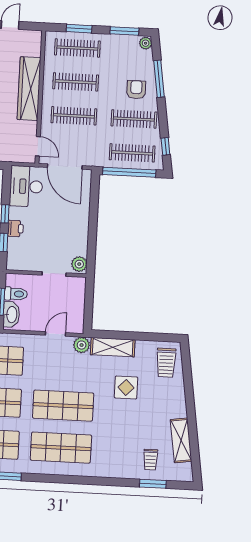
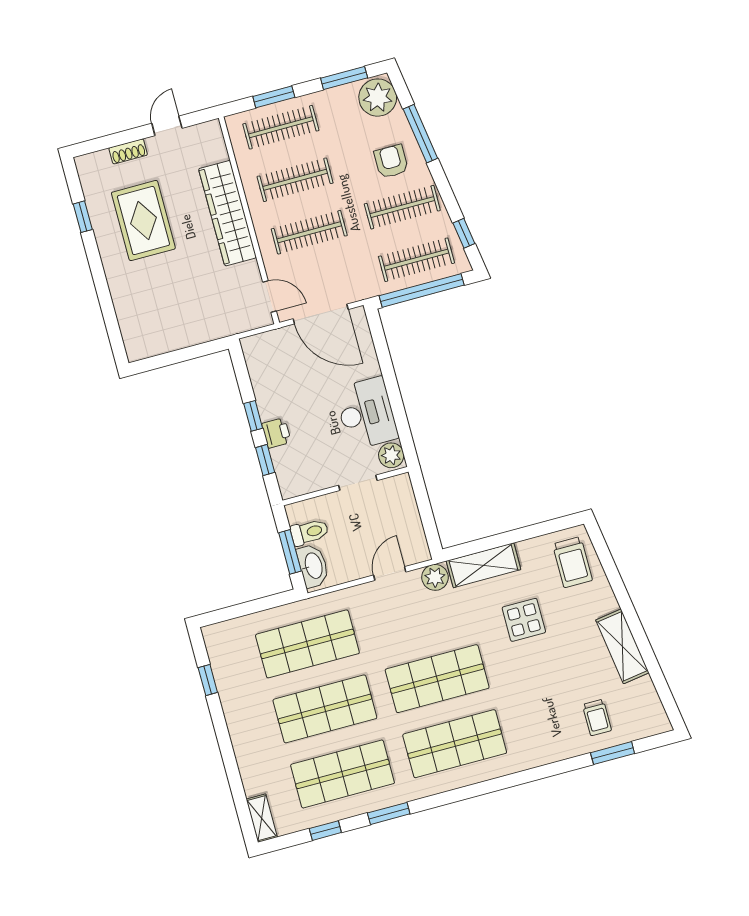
plant: (146, 43) -> (378, 98), width x1.88, depth x1.88
desk: (26, 186) -> (366, 413), moved, turned 180
shelving: (181, 440) -> (622, 646), moved

